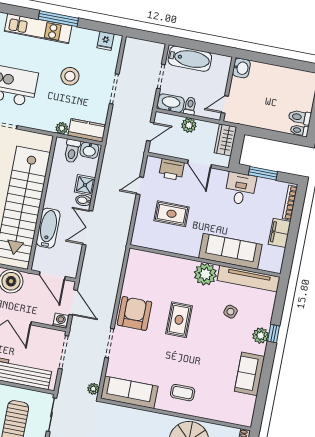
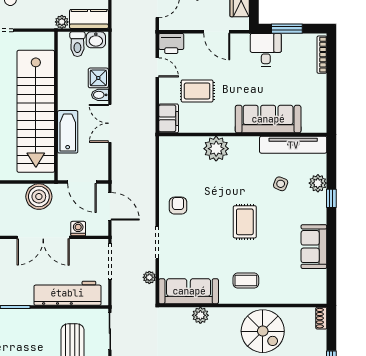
printer: (172, 170) -> (171, 44), moved
door: (140, 186) -> (157, 67), swing flipped
filing cabinet: (279, 233) -> (169, 118), moved, turned 180
plant: (205, 274) -> (216, 149), moved
armchair: (135, 313) -> (178, 206), width x0.53, depth x0.53
rug: (179, 320) -> (245, 222), moved
washing machine: (61, 321) -> (78, 229), moved
plant: (261, 336) -> (318, 183), moved
plant: (93, 389) -> (149, 277), moved
plant: (136, 416) -> (200, 315), added

